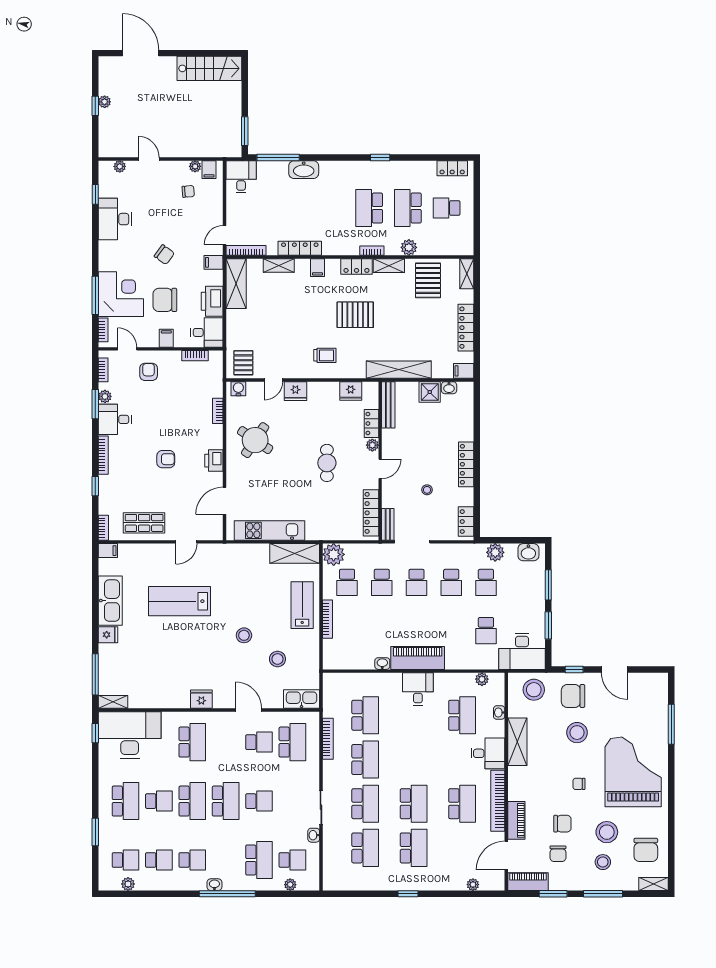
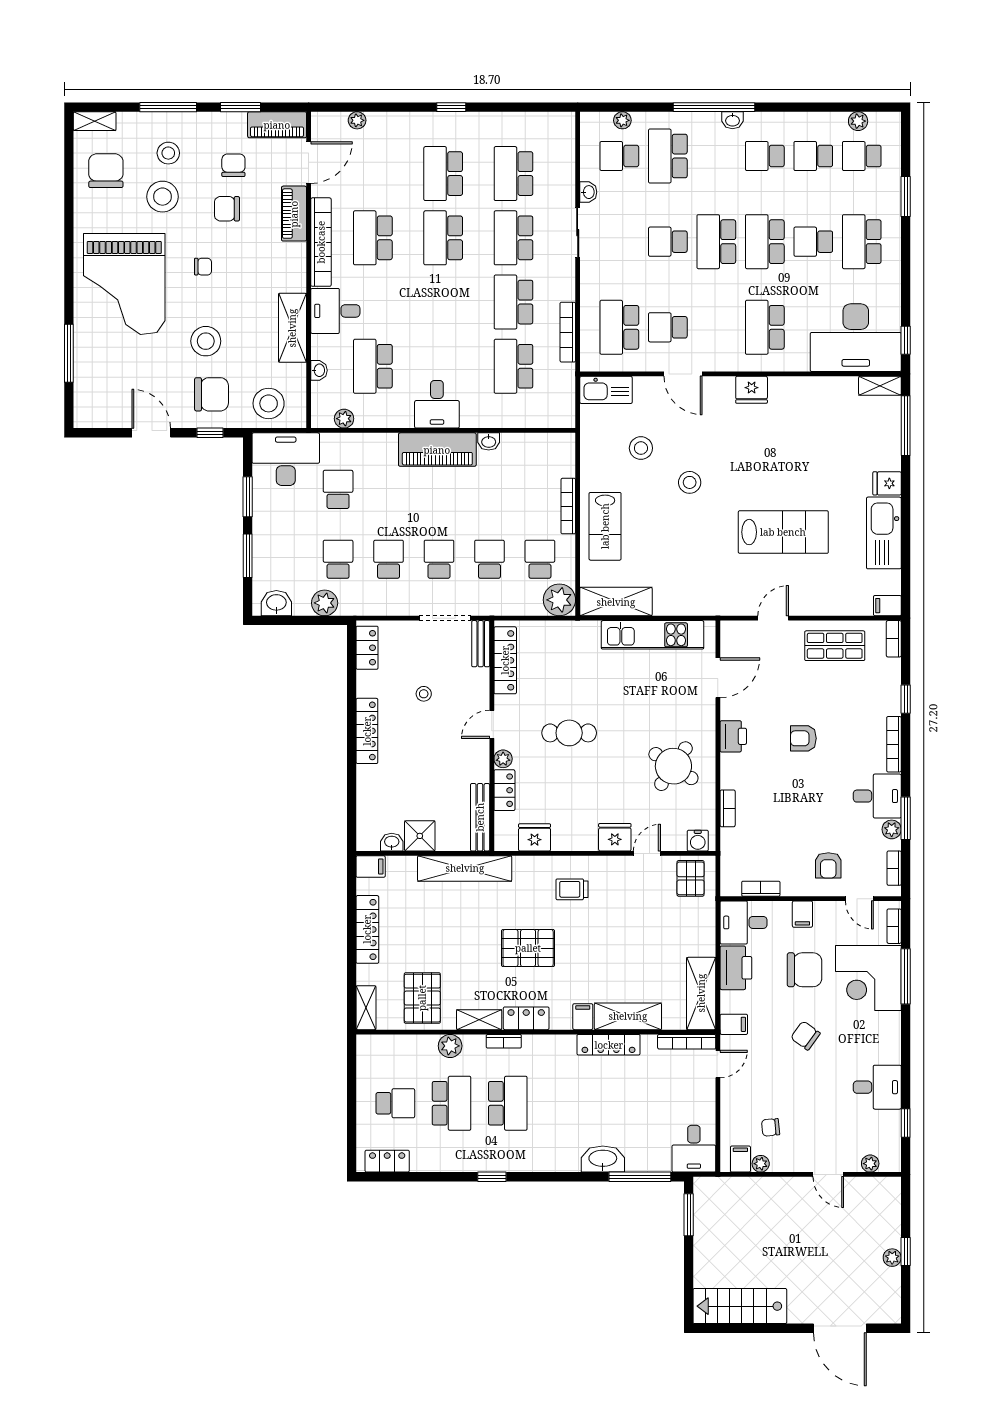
desk: (115, 219) -> (877, 1087), width x0.73
shelving: (279, 266) -> (628, 1016), width x1.50, depth x1.33
cafe table: (327, 463) -> (569, 733), turned 90

